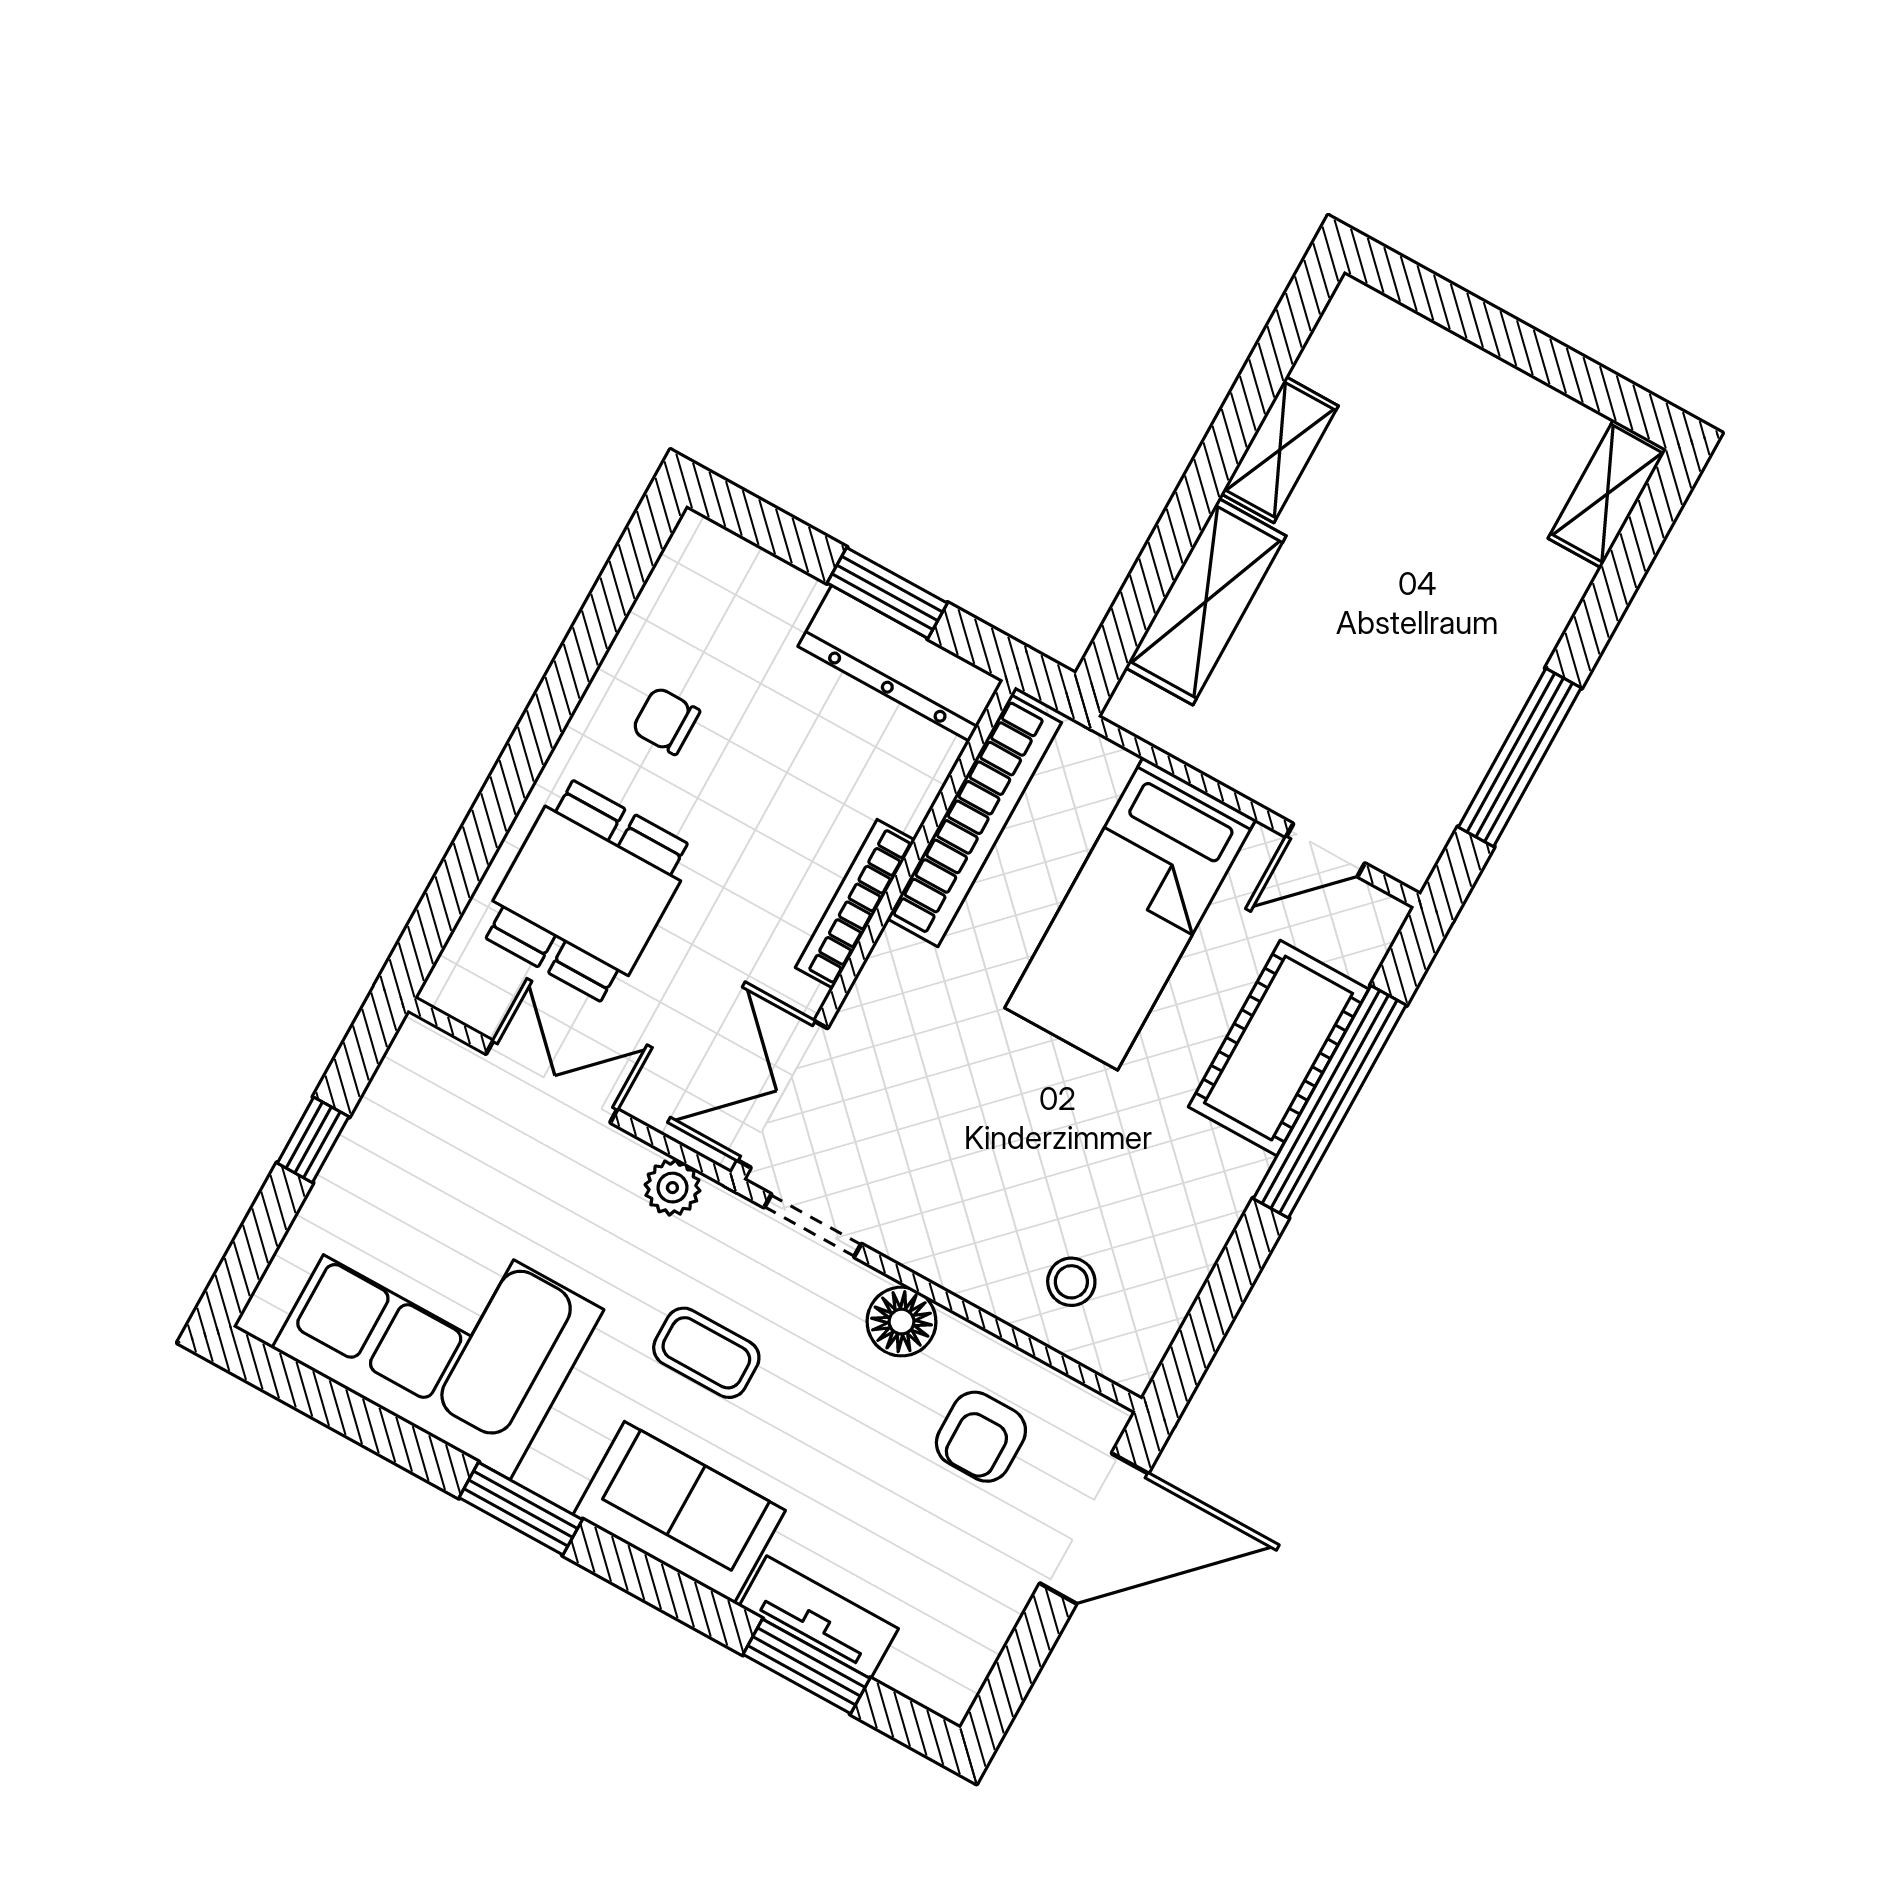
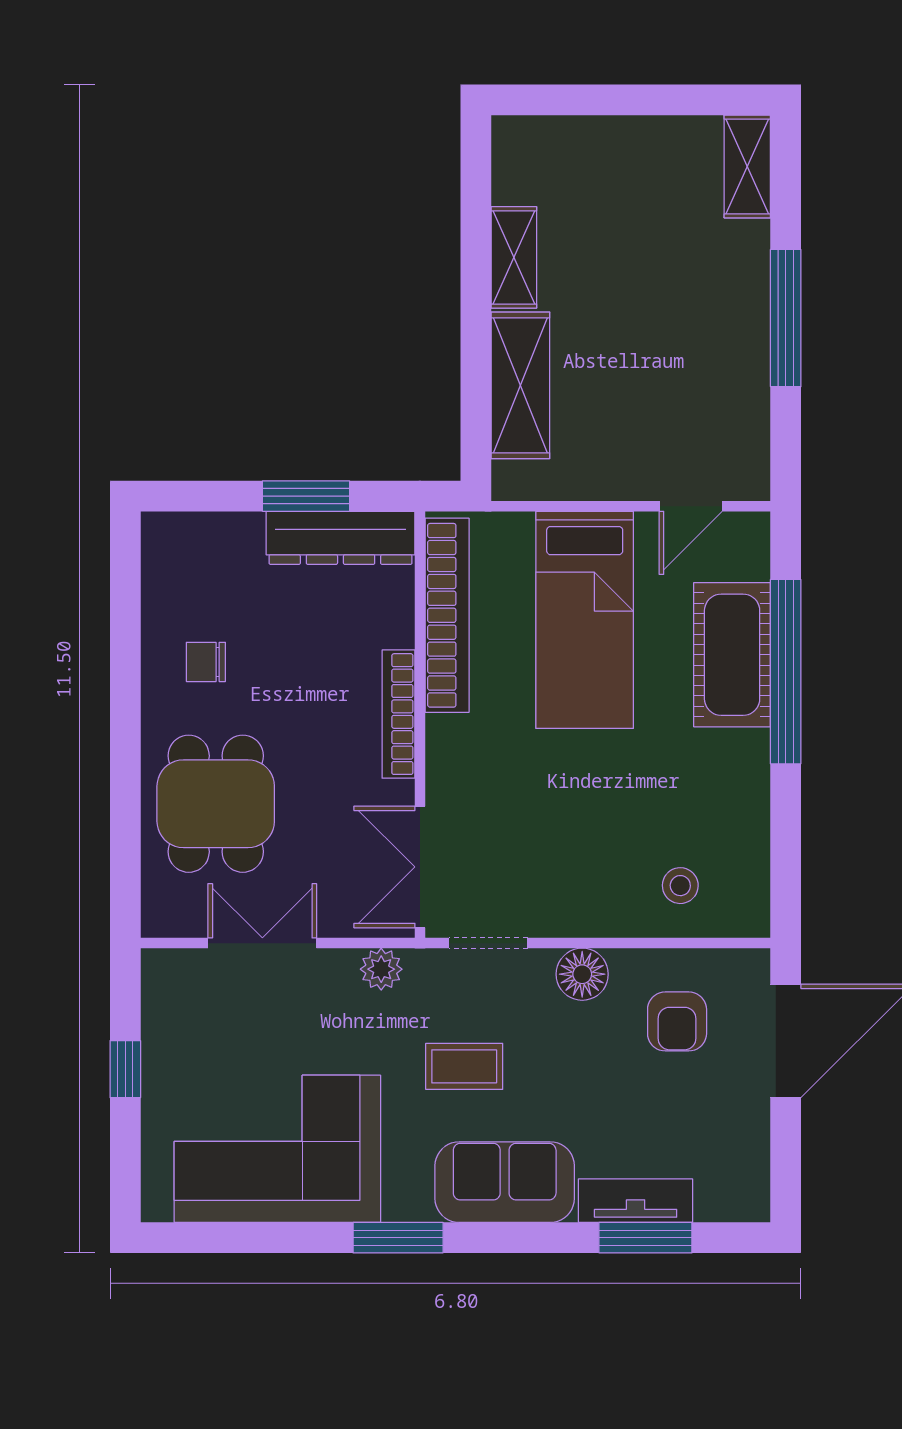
window: (1520, 757) -> (786, 318), moved

